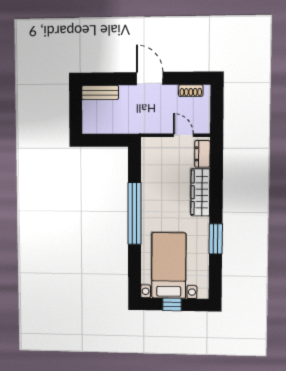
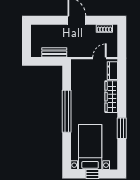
bench: (100, 93) -> (54, 52), moved
door: (183, 135) -> (100, 58), hinge flipped

